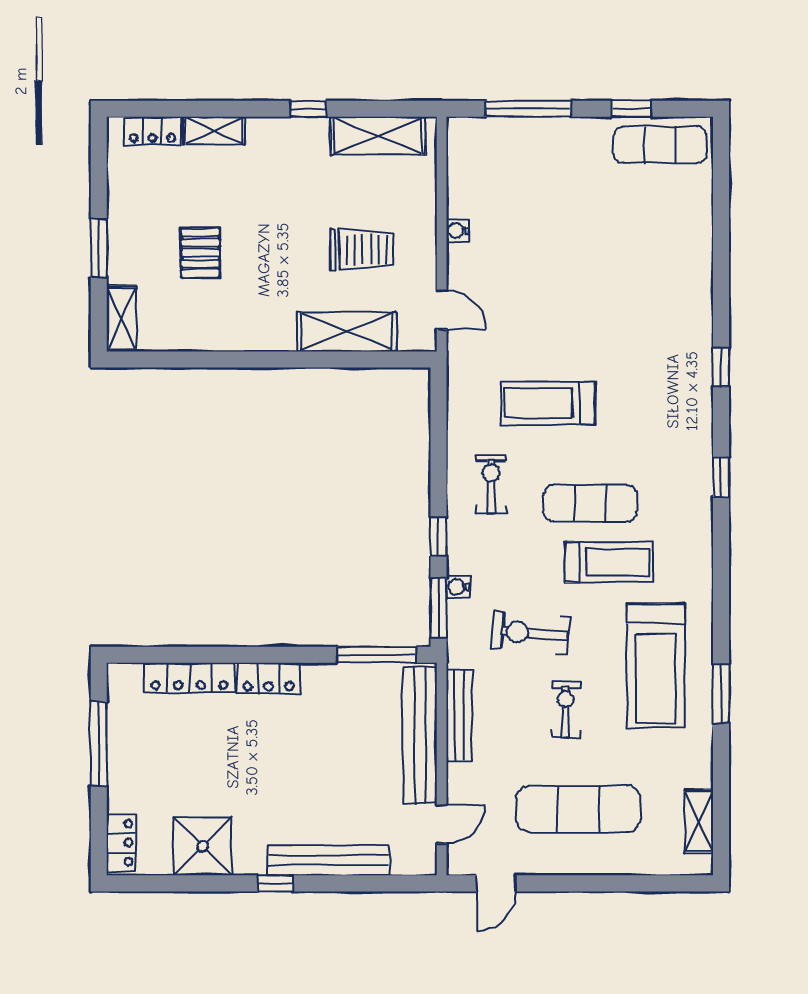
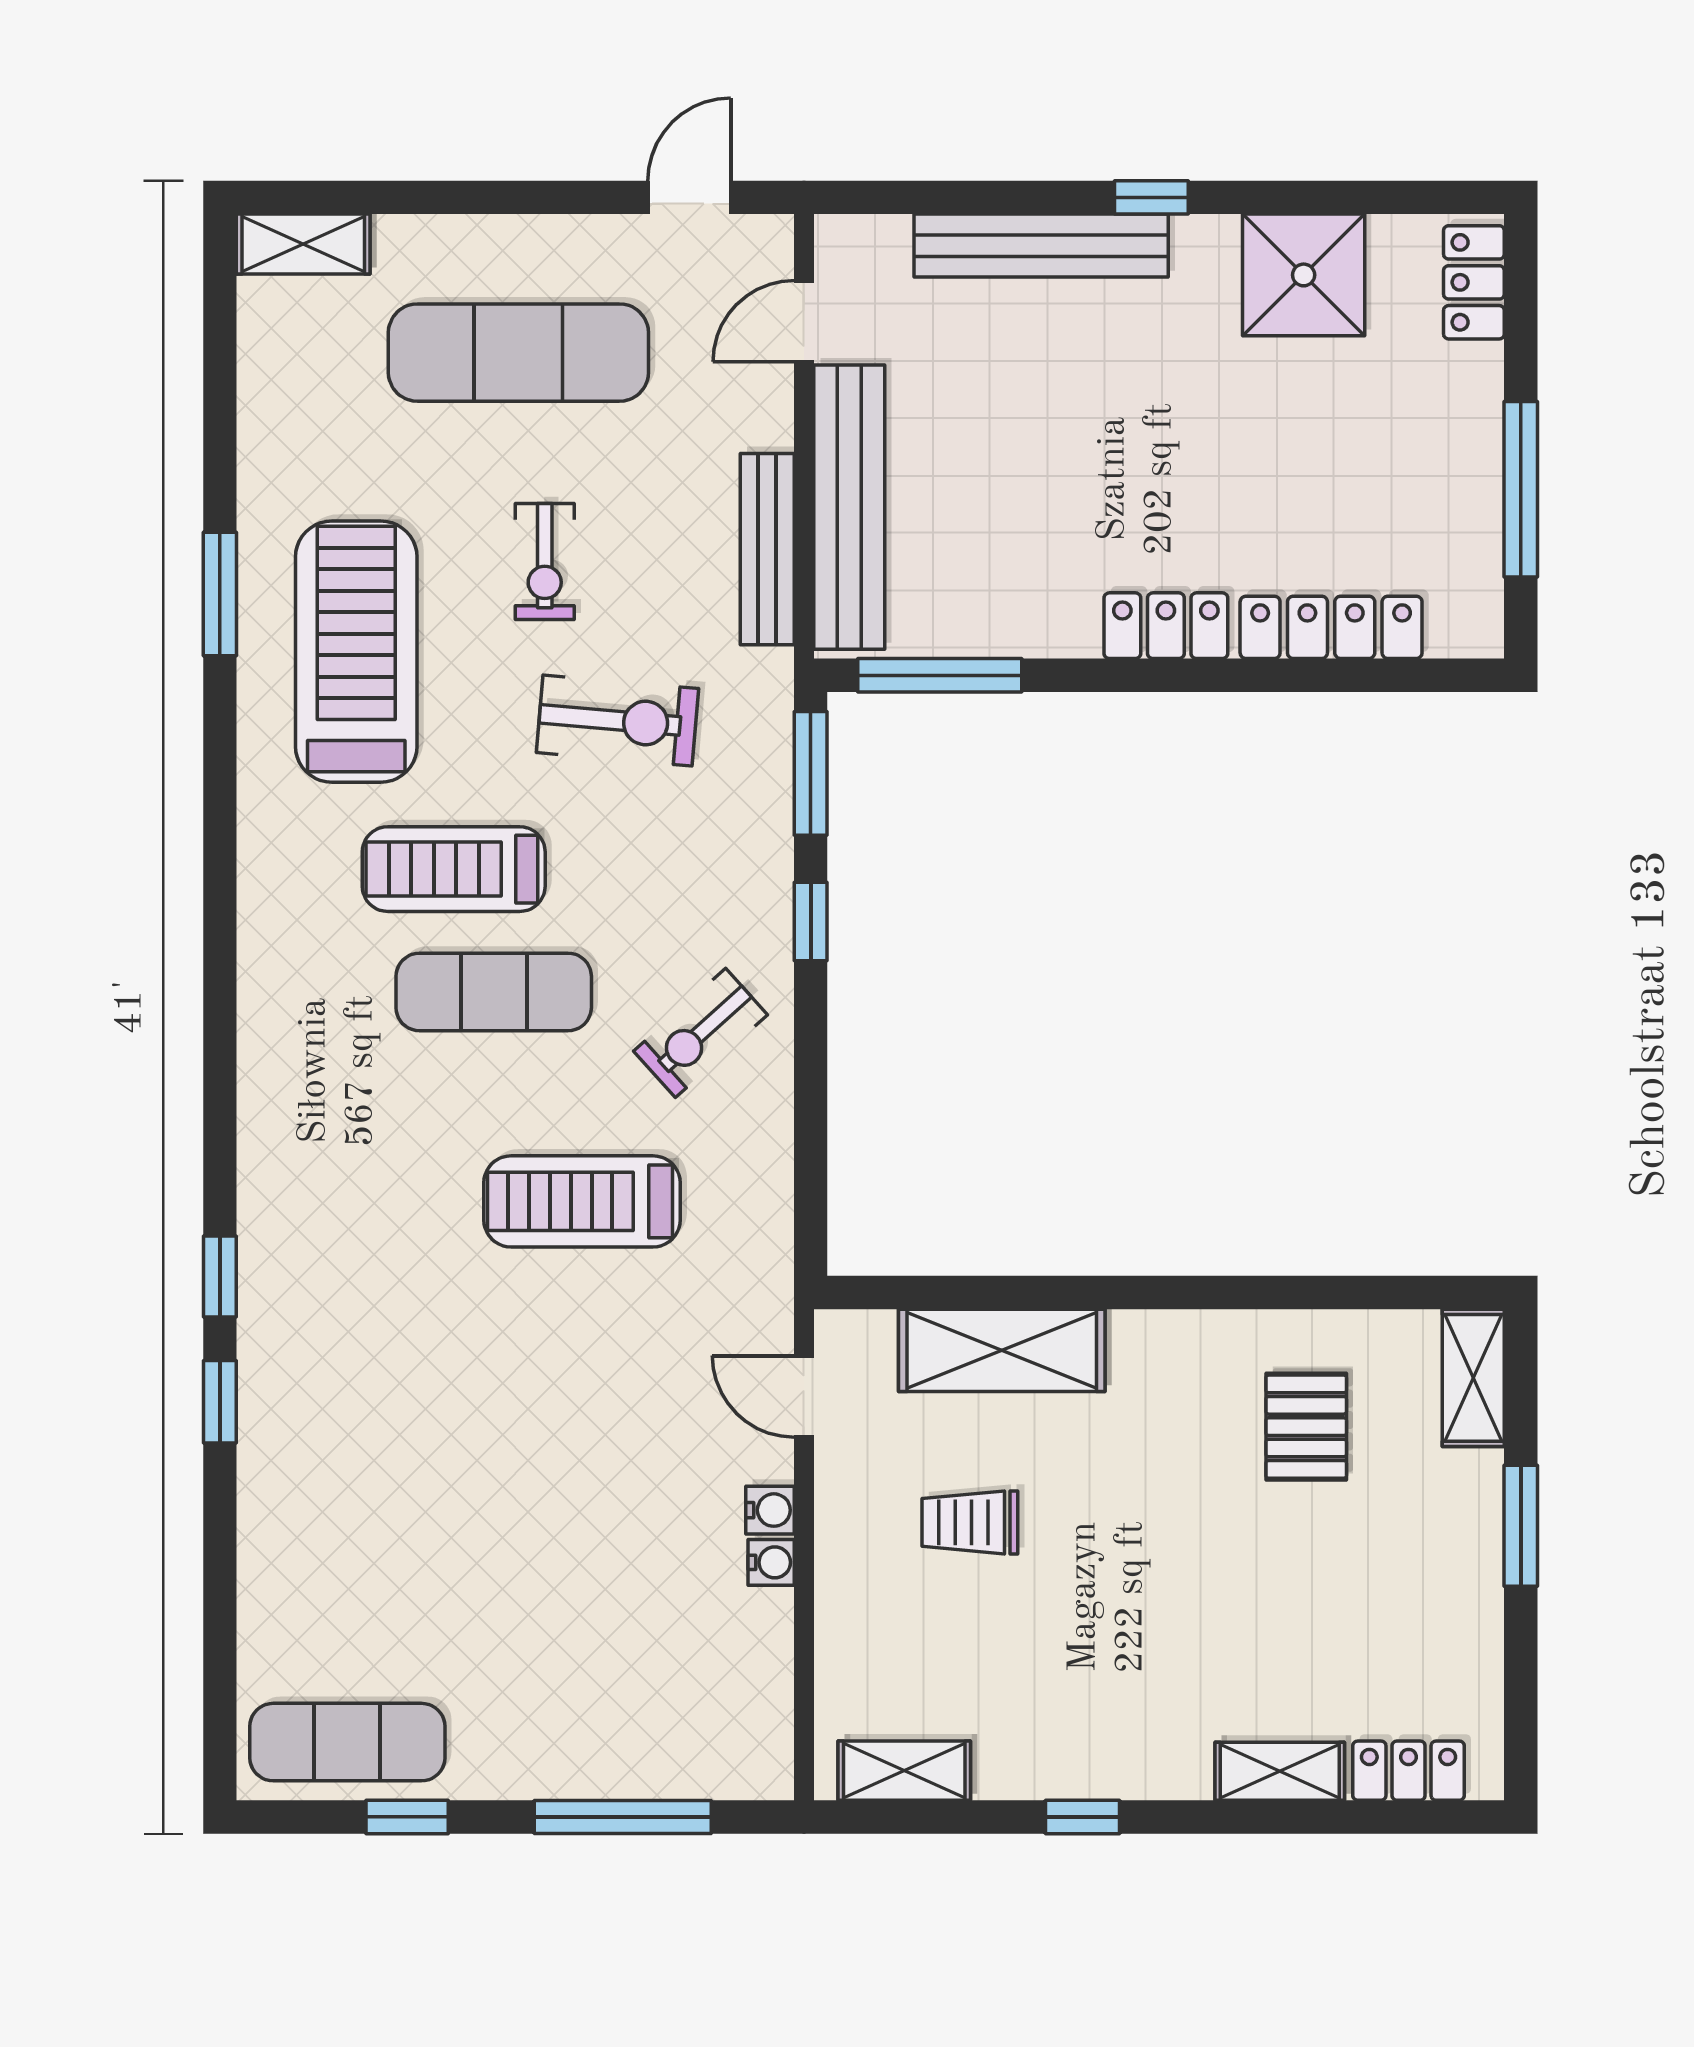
shelving: (378, 136) -> (904, 1771), width x0.67, depth x0.75
trolley: (362, 250) -> (970, 1522), width x0.73, depth x0.72
pallet: (200, 253) -> (1306, 1427), moved
treadmill: (548, 403) -> (582, 1201), turned 180
window: (721, 477) -> (220, 1402), moved
exercise bike: (491, 484) -> (701, 1033), turned 48
water cooler: (458, 587) -> (770, 1510), moved
shelving: (699, 821) -> (303, 244), moved, turned 90

